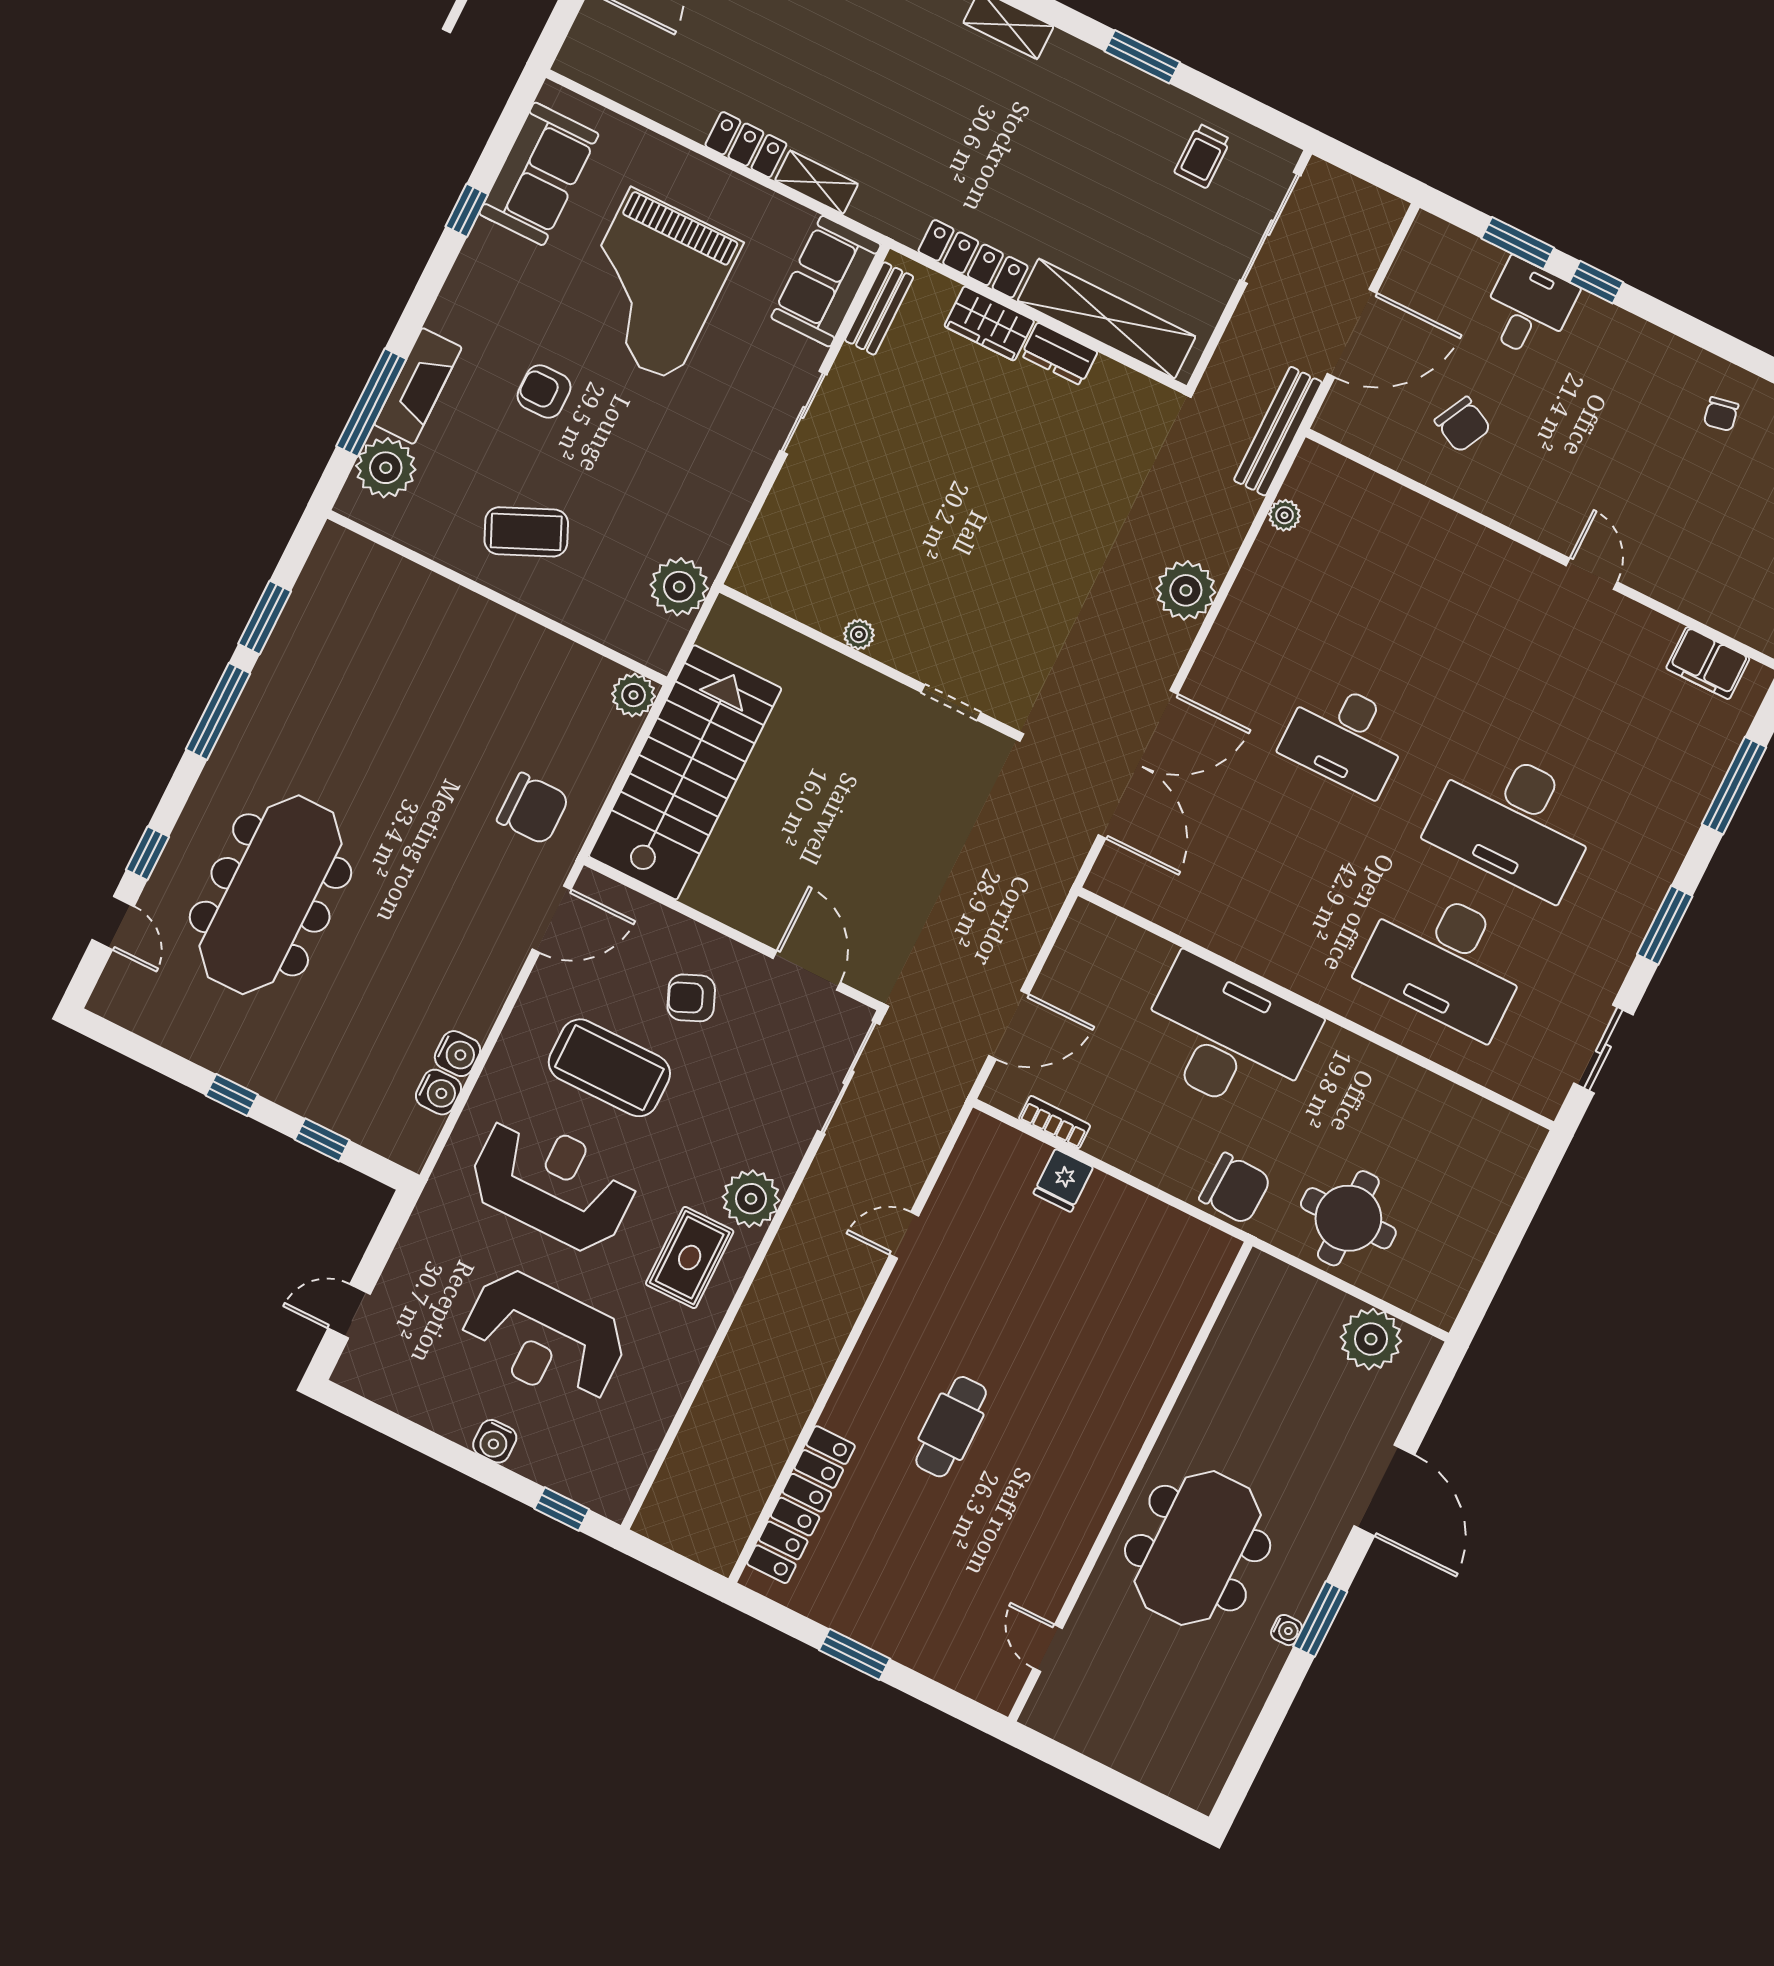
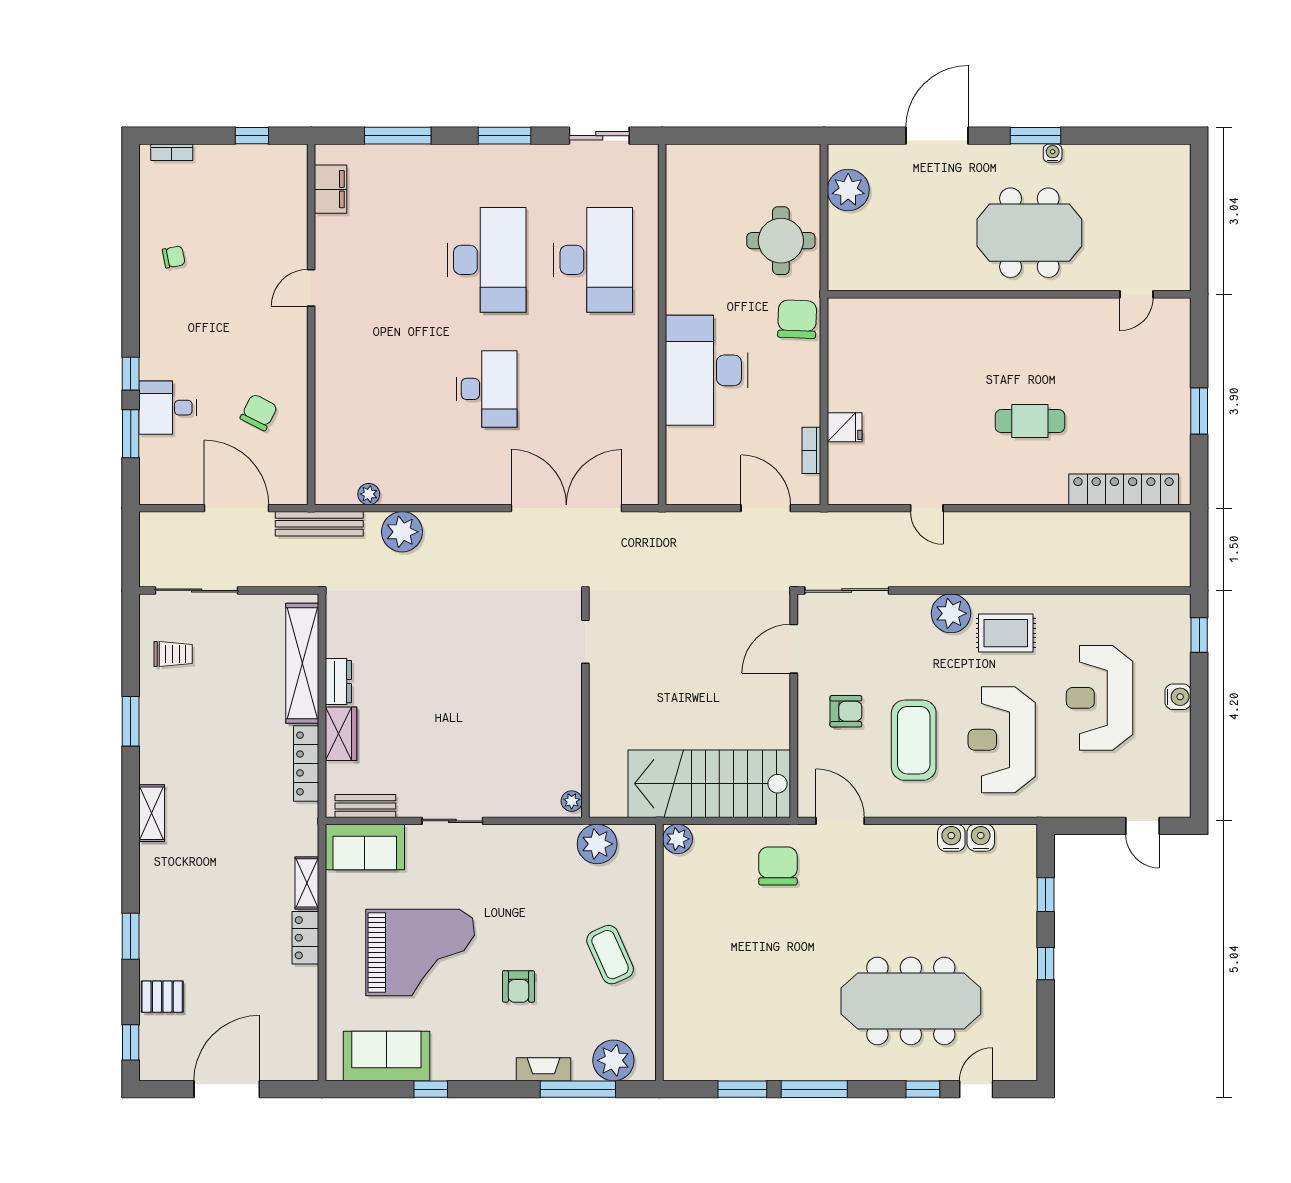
fireplace: (418, 386) -> (543, 1069), width x0.73, depth x0.76
plant: (1186, 590) -> (402, 532), moved
plant: (859, 634) -> (572, 801), moved
armchair: (691, 998) -> (846, 711), turned -67
reception desk: (544, 1338) -> (1099, 698), turned 180

